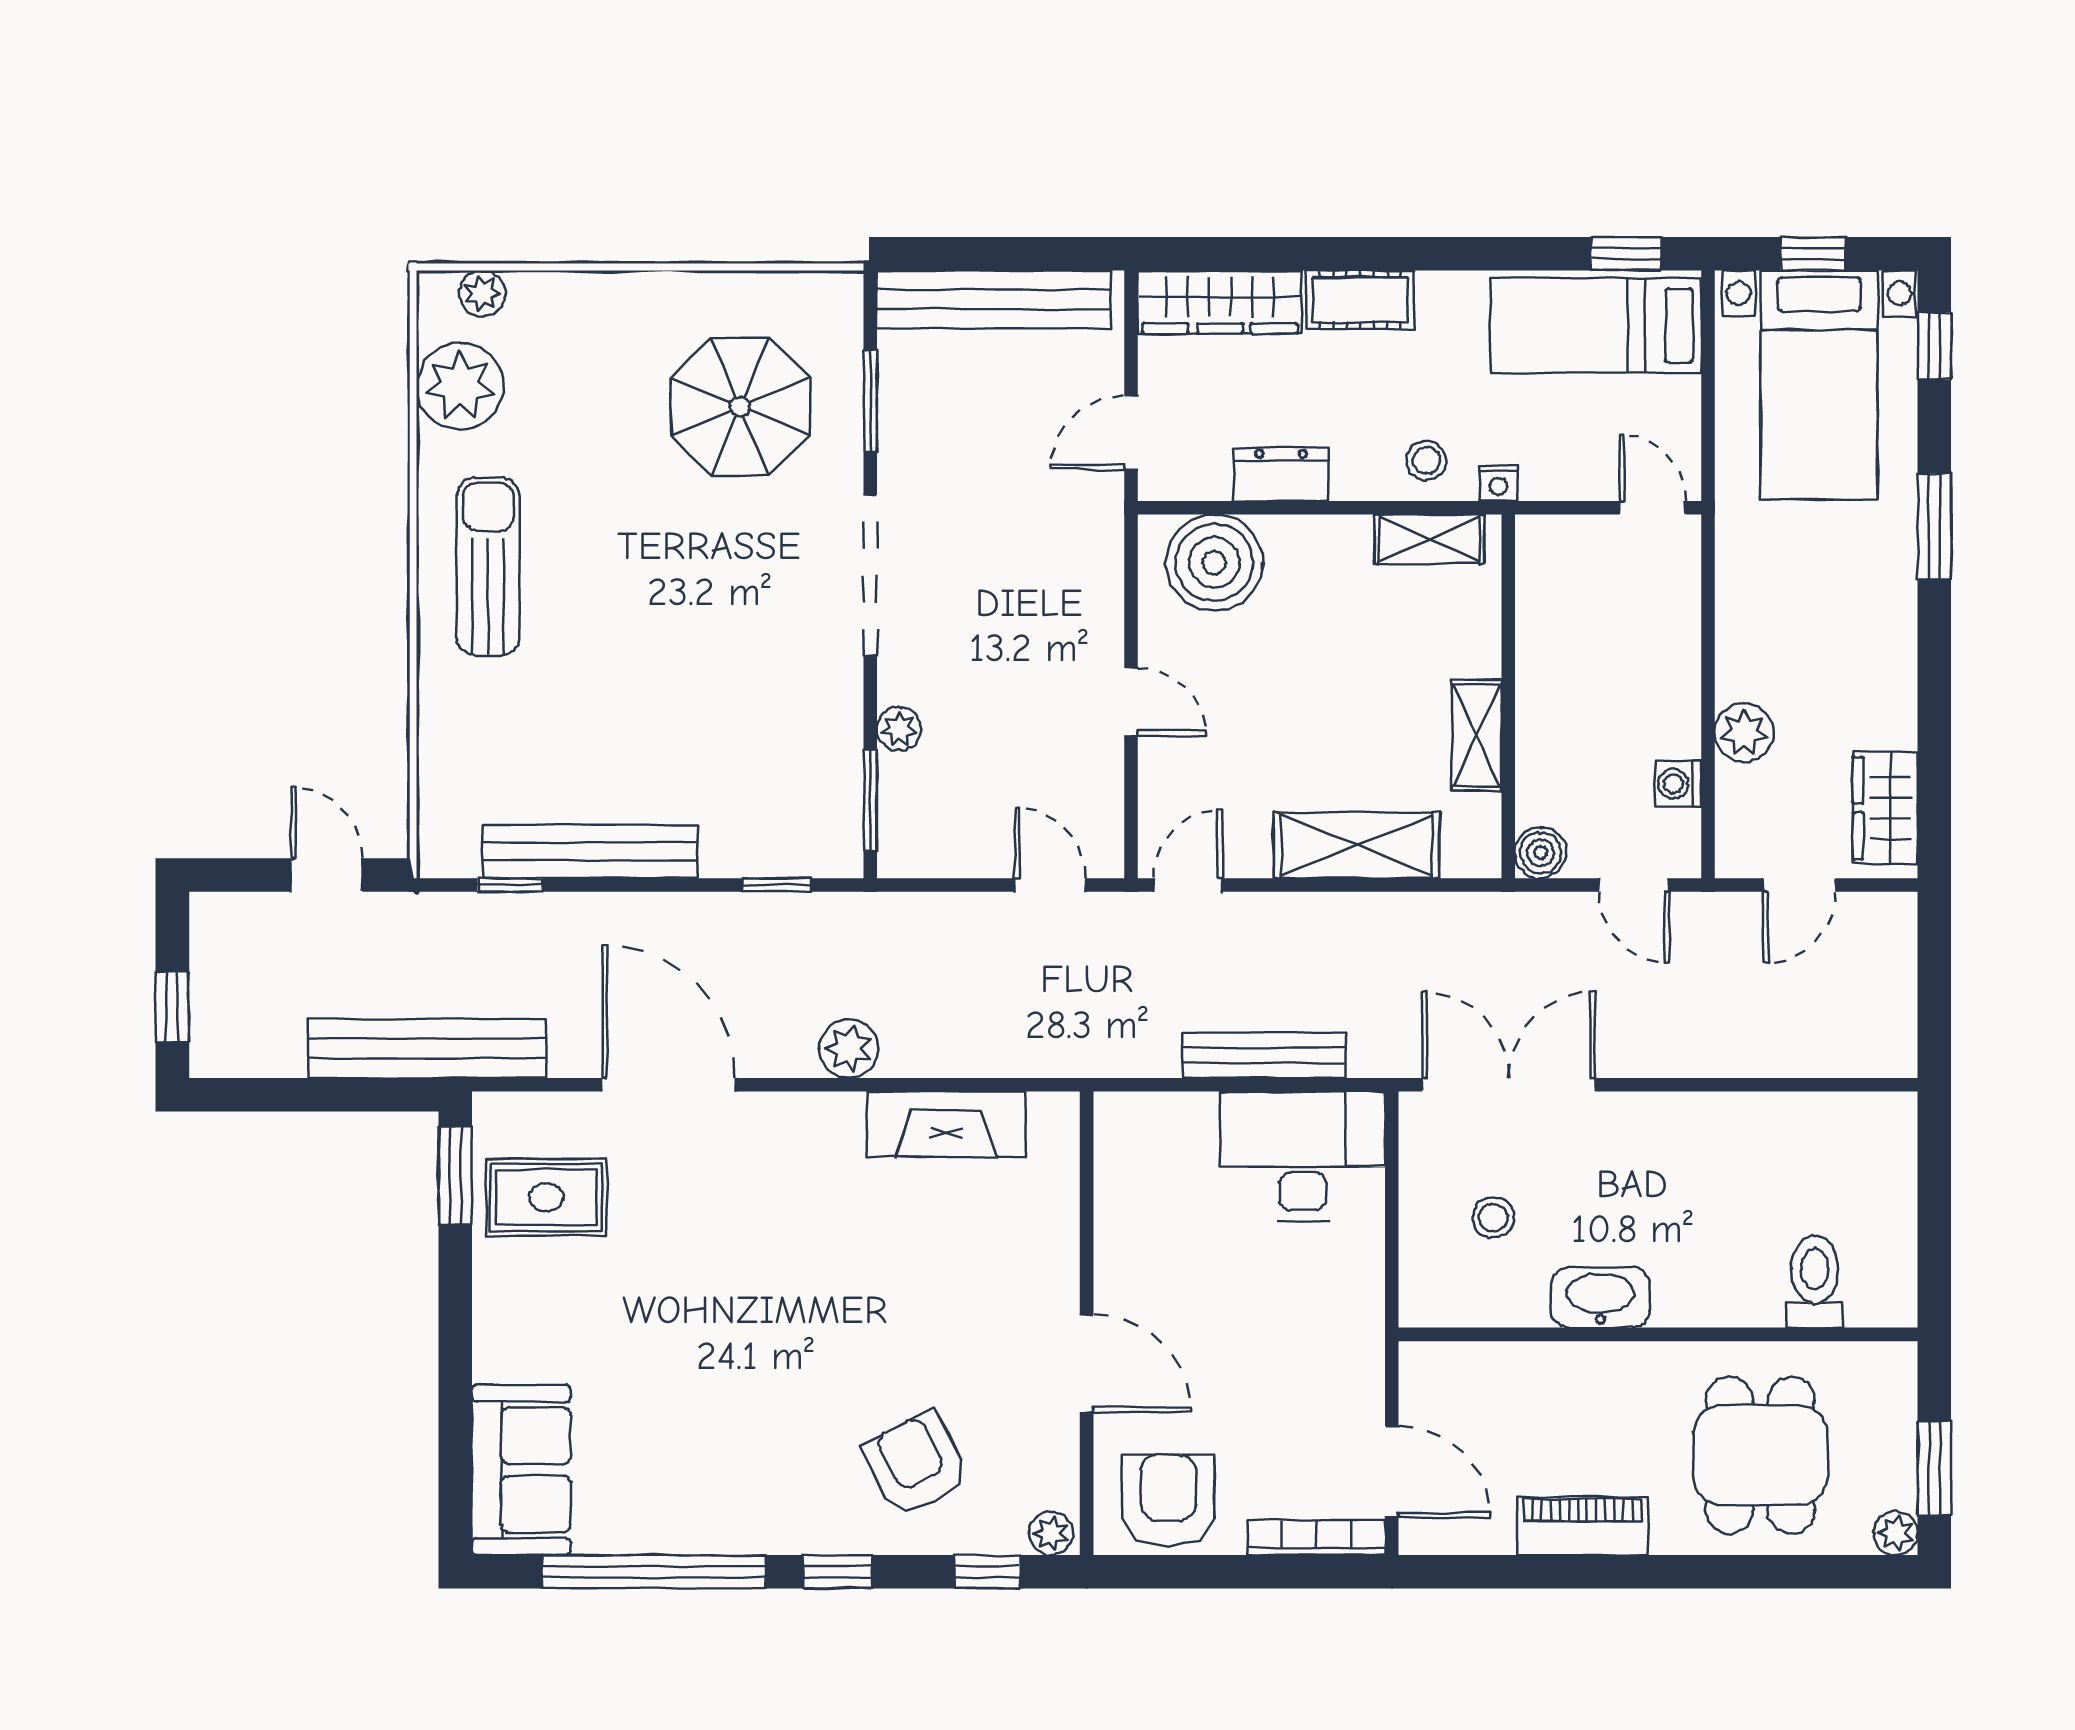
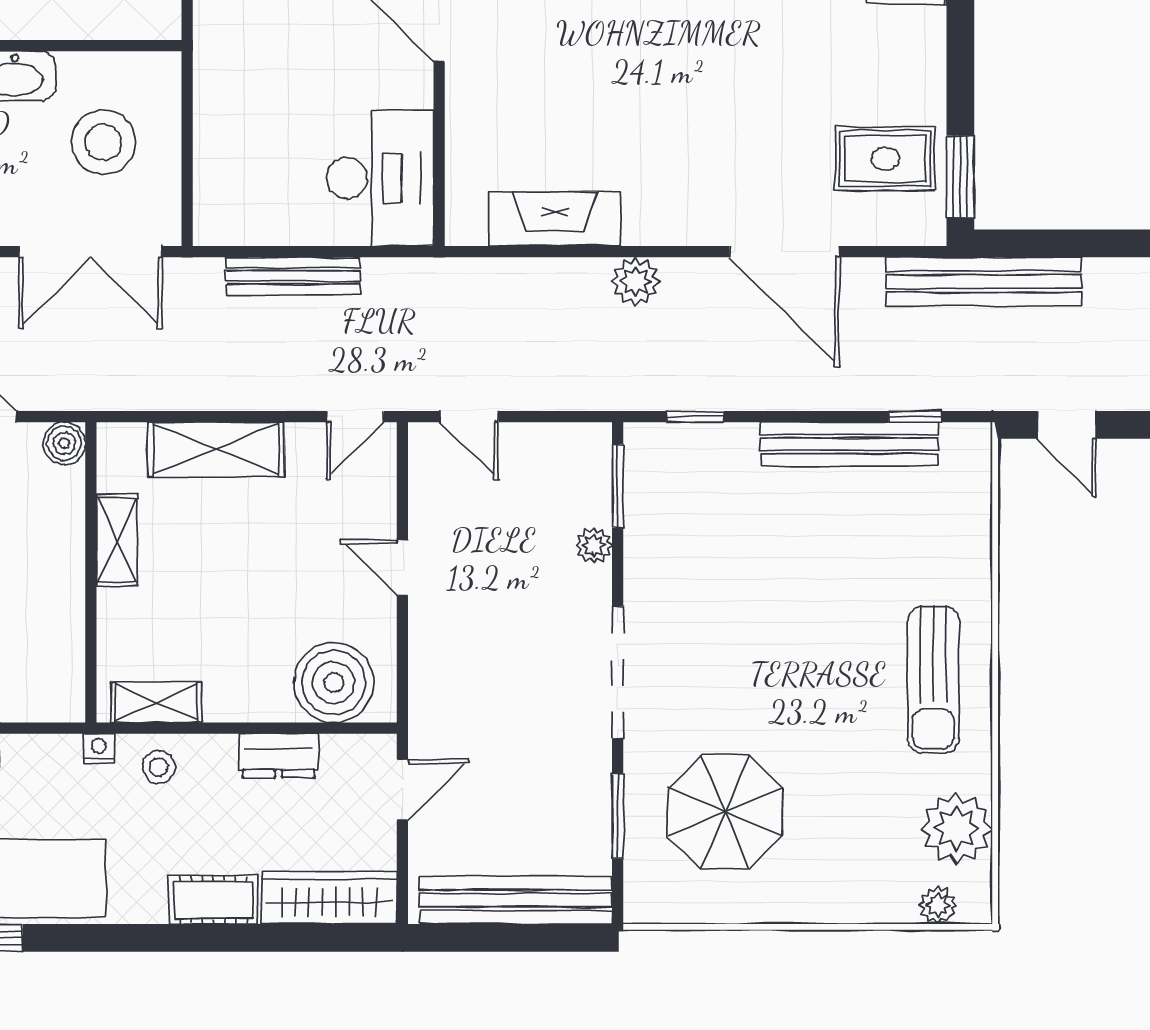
desk: (1303, 1156) -> (380, 178), moved, turned -90
stool: (1493, 1217) -> (103, 142), width x1.89, depth x1.89

